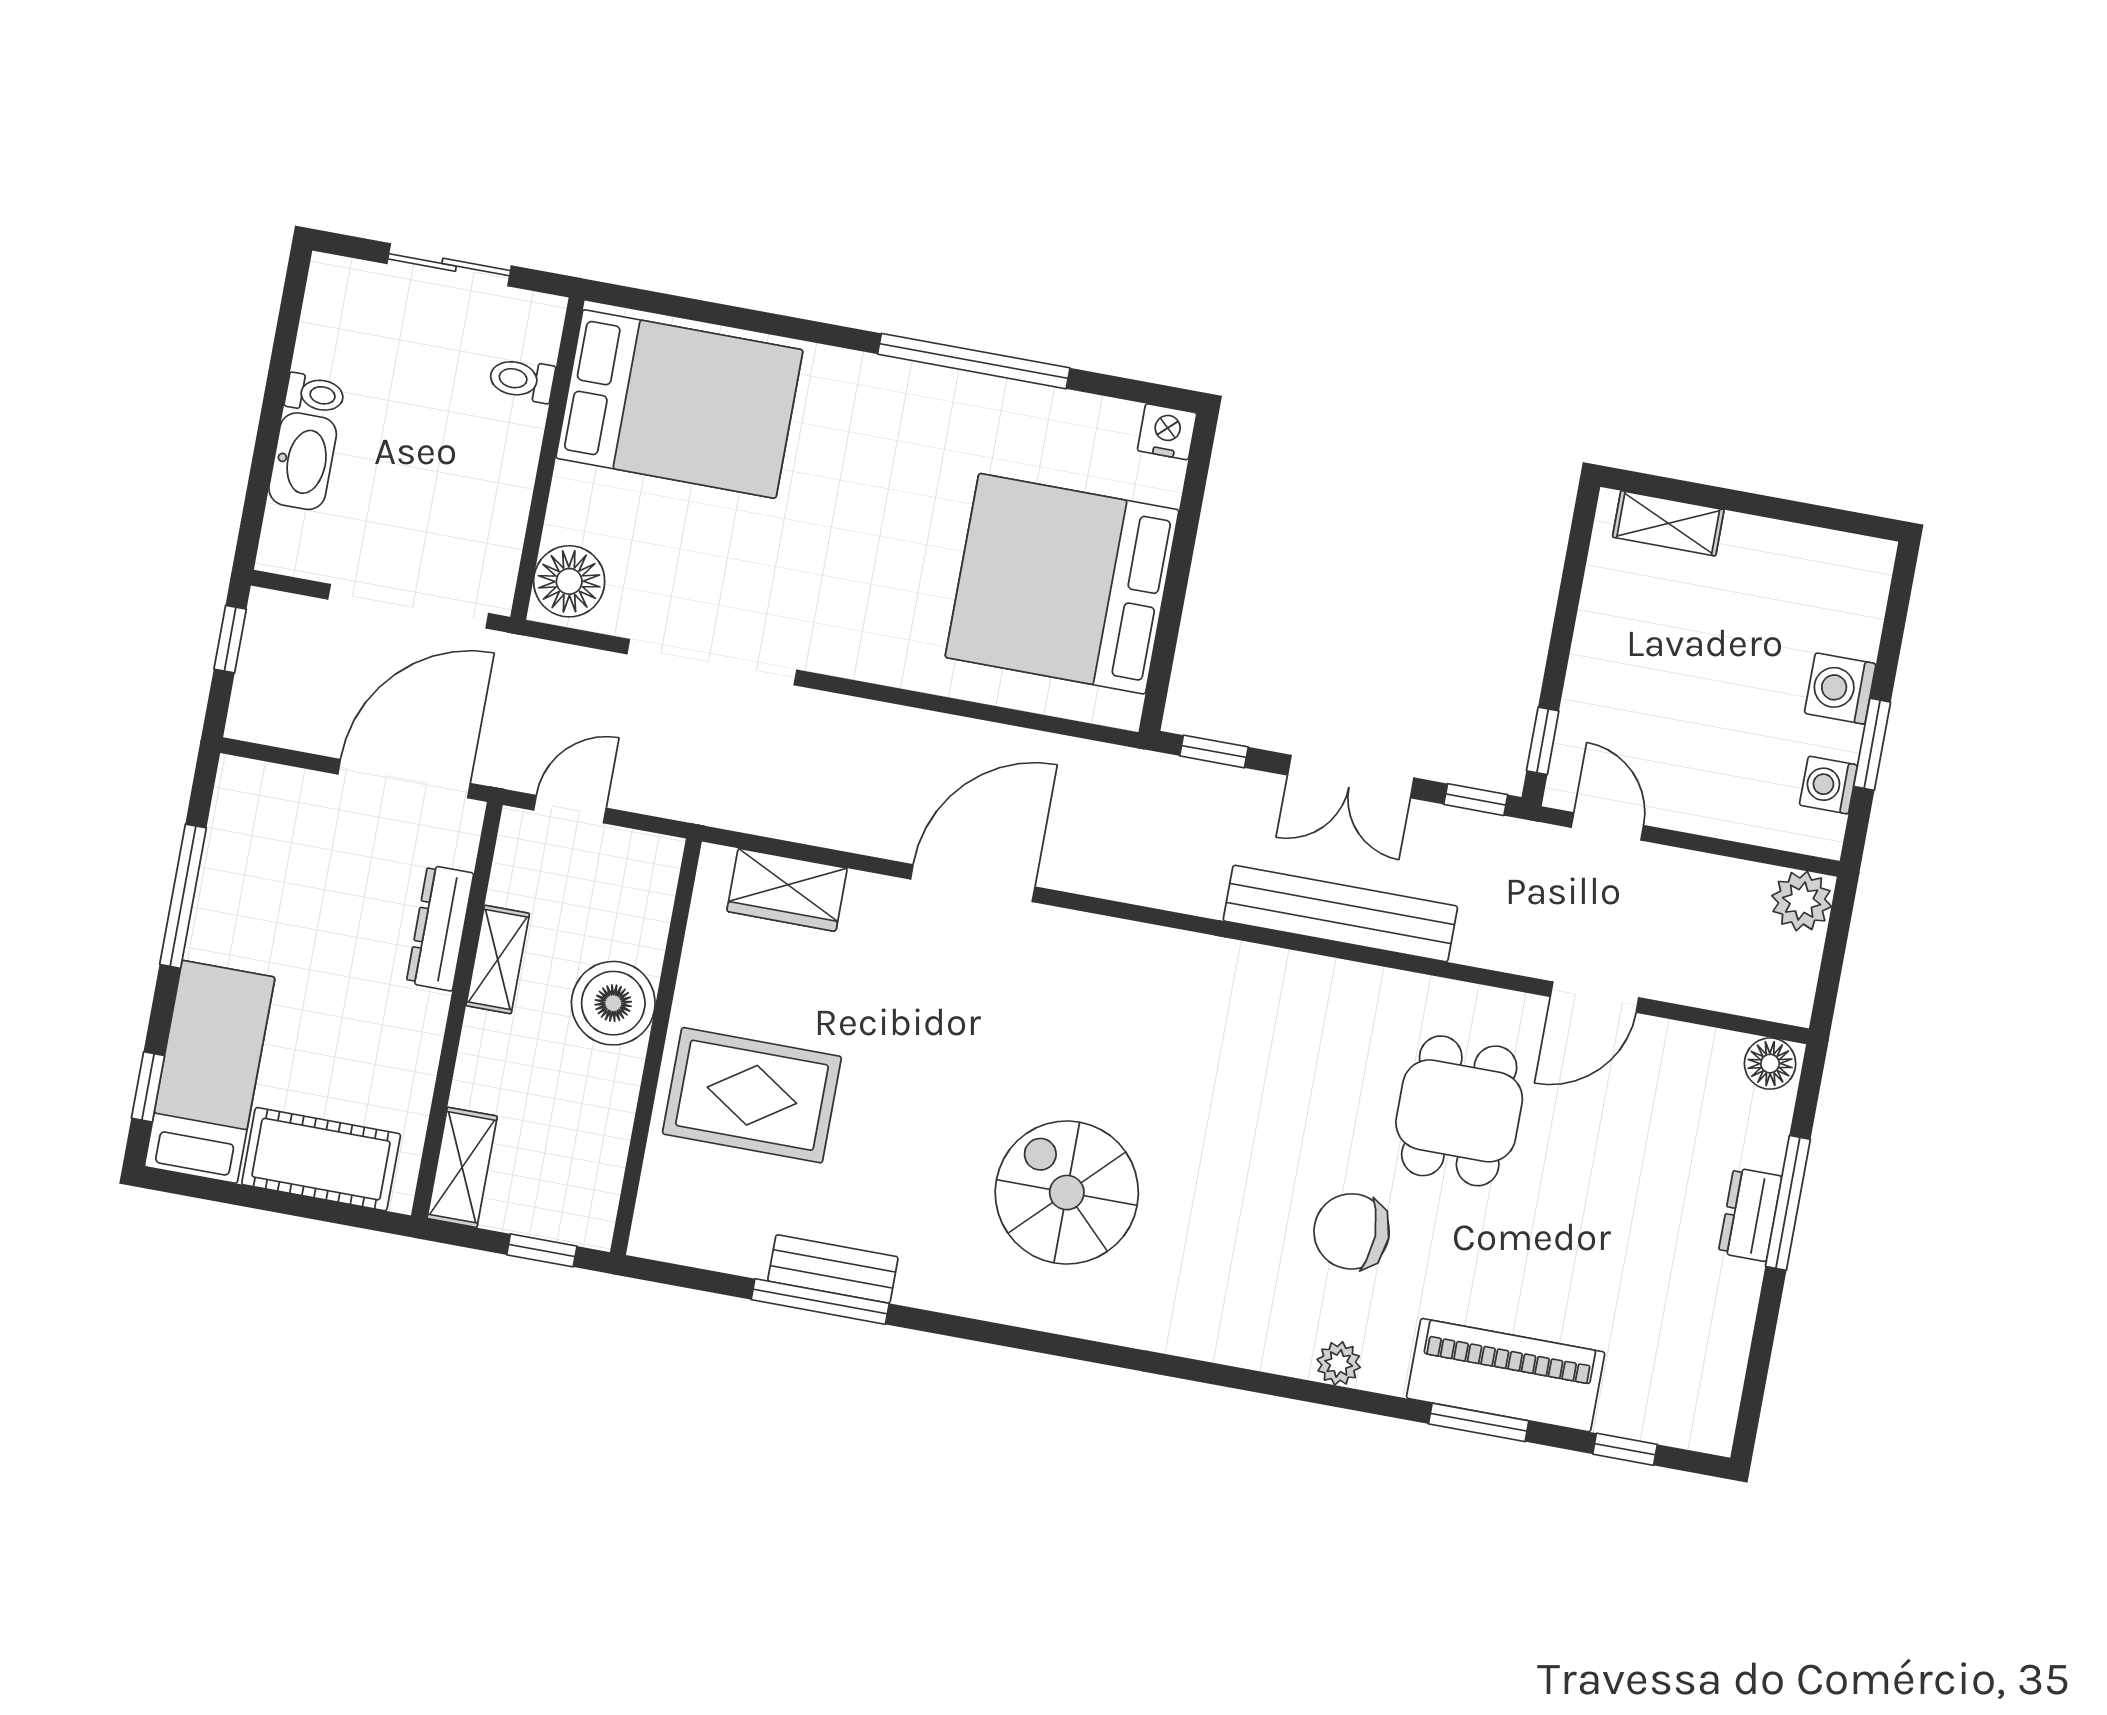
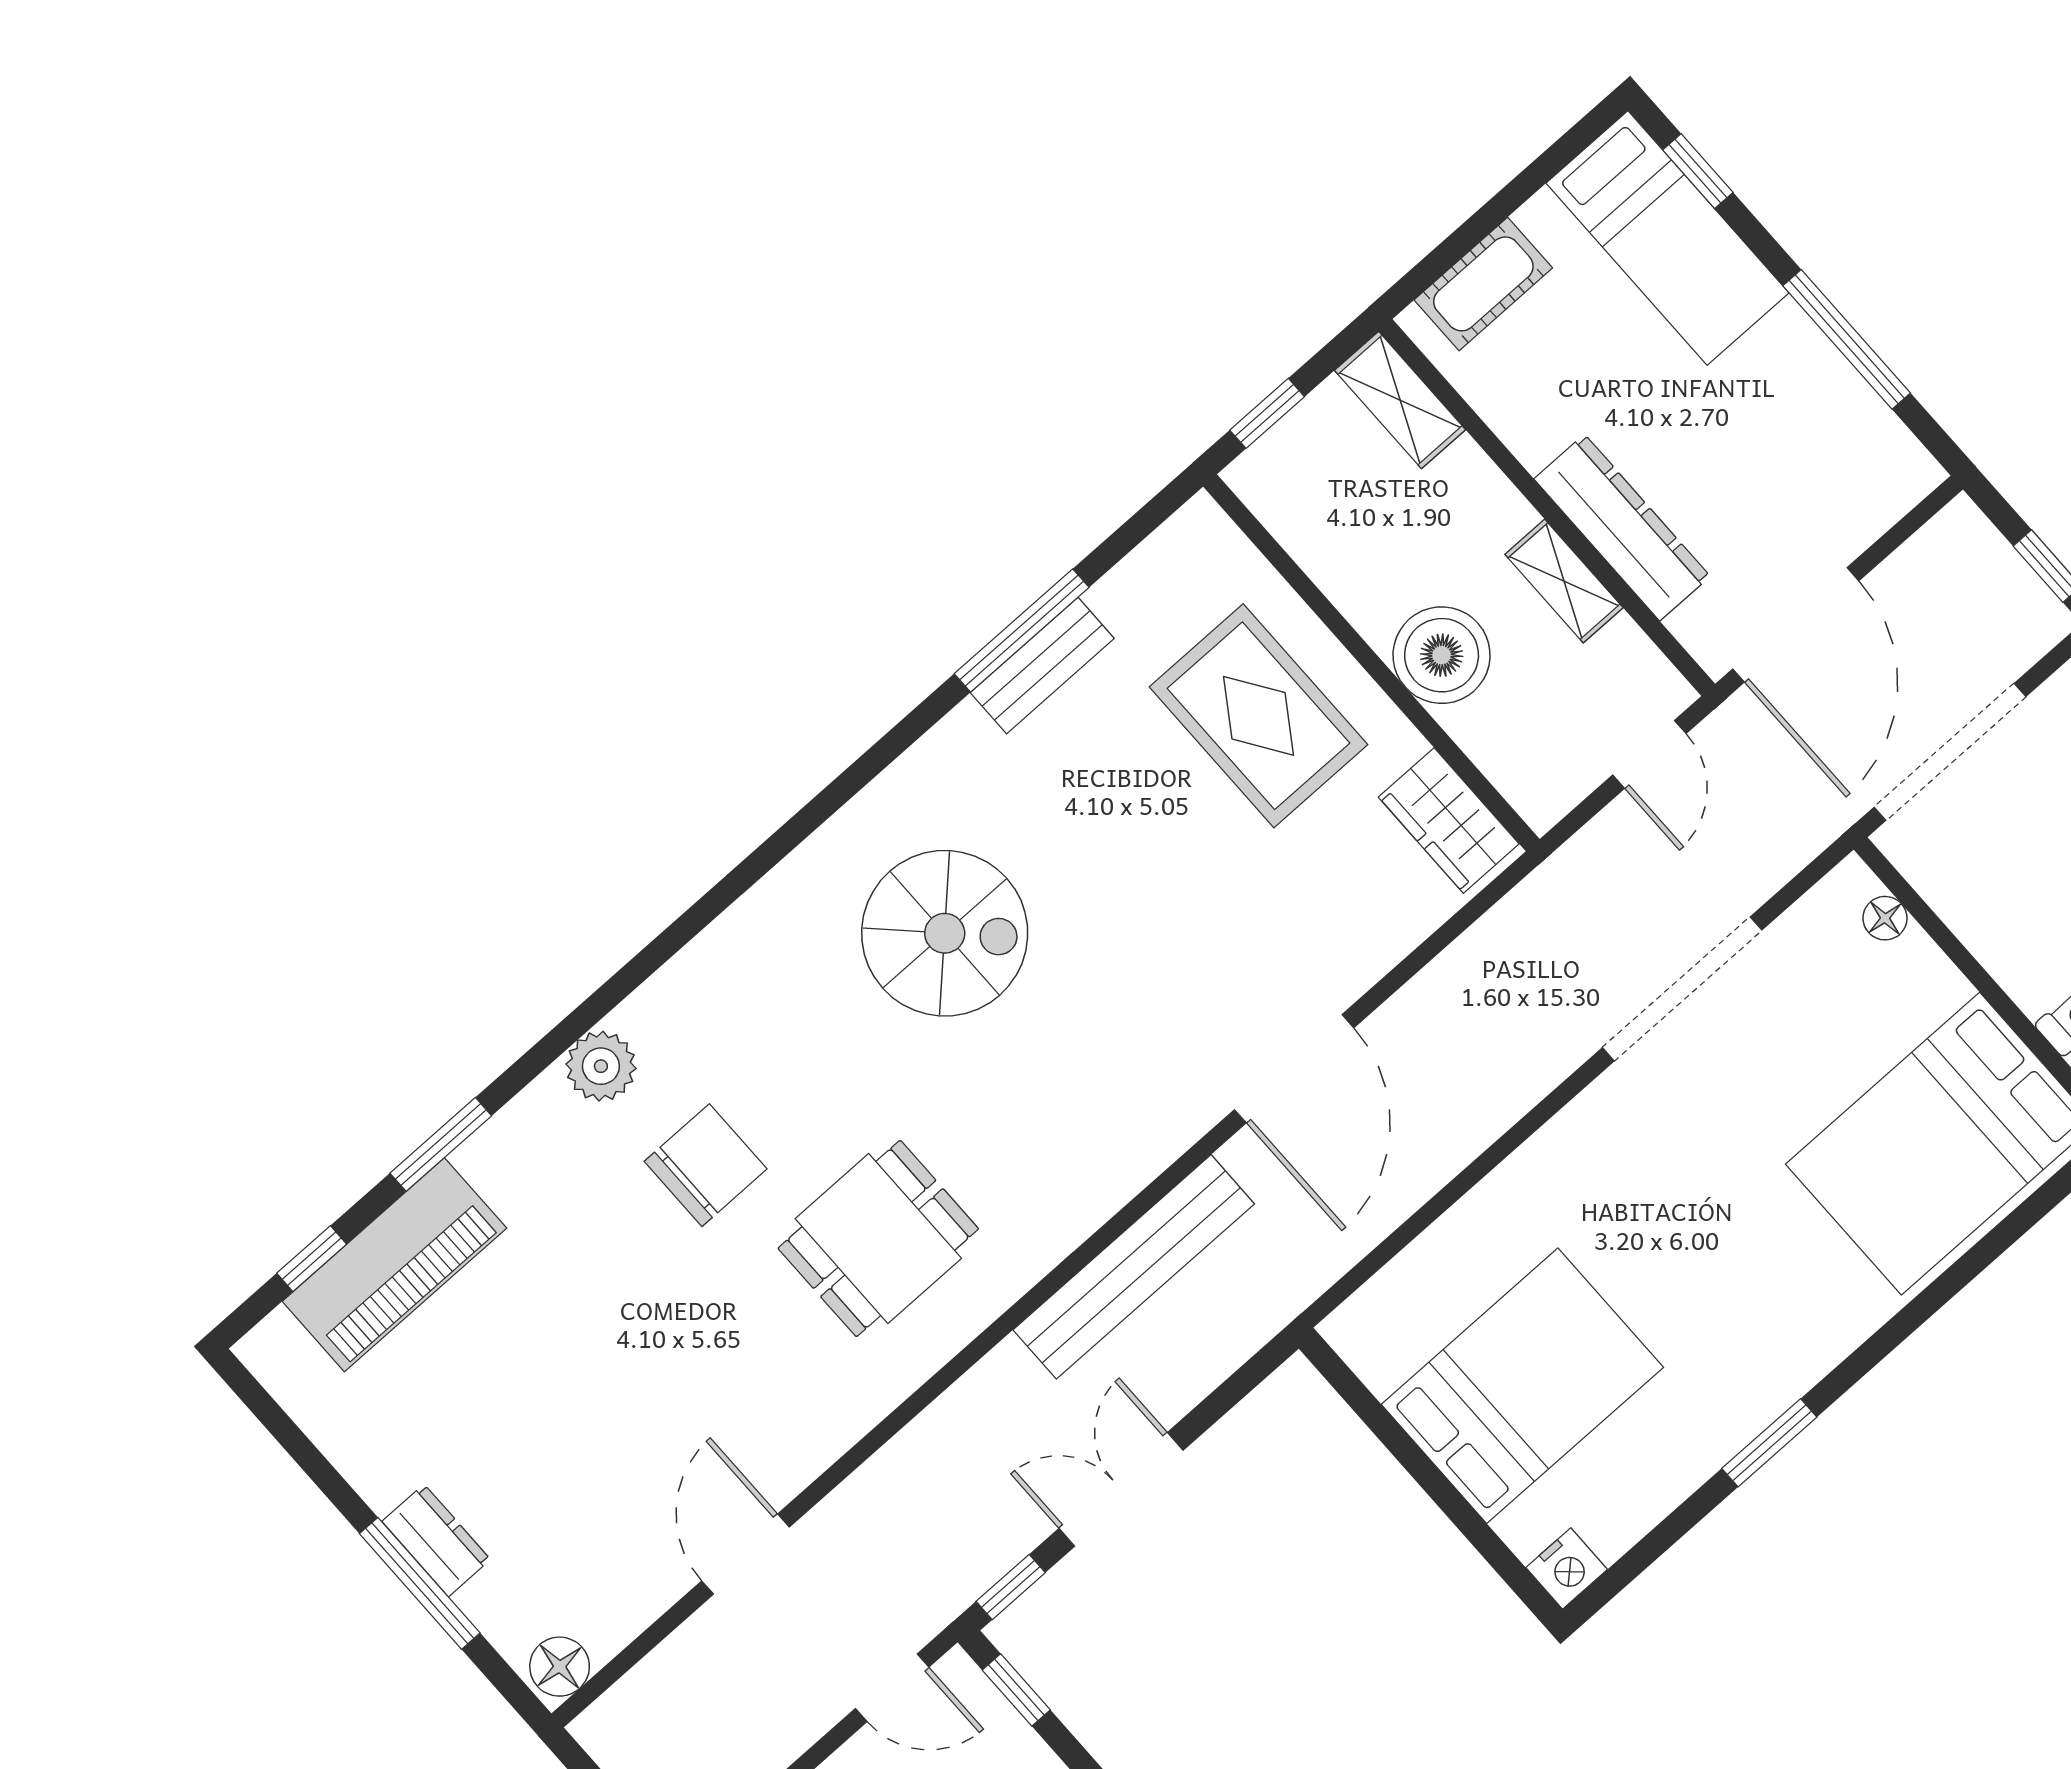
window: (974, 361) -> (1769, 1443), width x0.47
floor lamp: (569, 581) -> (1885, 918), width x0.53, depth x0.53
bed: (1062, 584) -> (1522, 1386), width x0.73
window: (1214, 751) -> (1242, 1383), removed
wardrobe: (787, 890) -> (1449, 820), moved, turned -90
bench: (1340, 914) -> (1134, 1267), moved
dresser: (440, 928) -> (1622, 527), width x1.37, depth x1.24
rug: (752, 1095) -> (1258, 716), turned 90
dining table: (1459, 1111) -> (878, 1238), moved, turned 90
cot: (321, 1159) -> (1483, 284), width x0.73, depth x0.75
plant: (1339, 1363) -> (601, 1066), width x1.38, depth x1.38
piano: (1506, 1375) -> (394, 1265), moved

